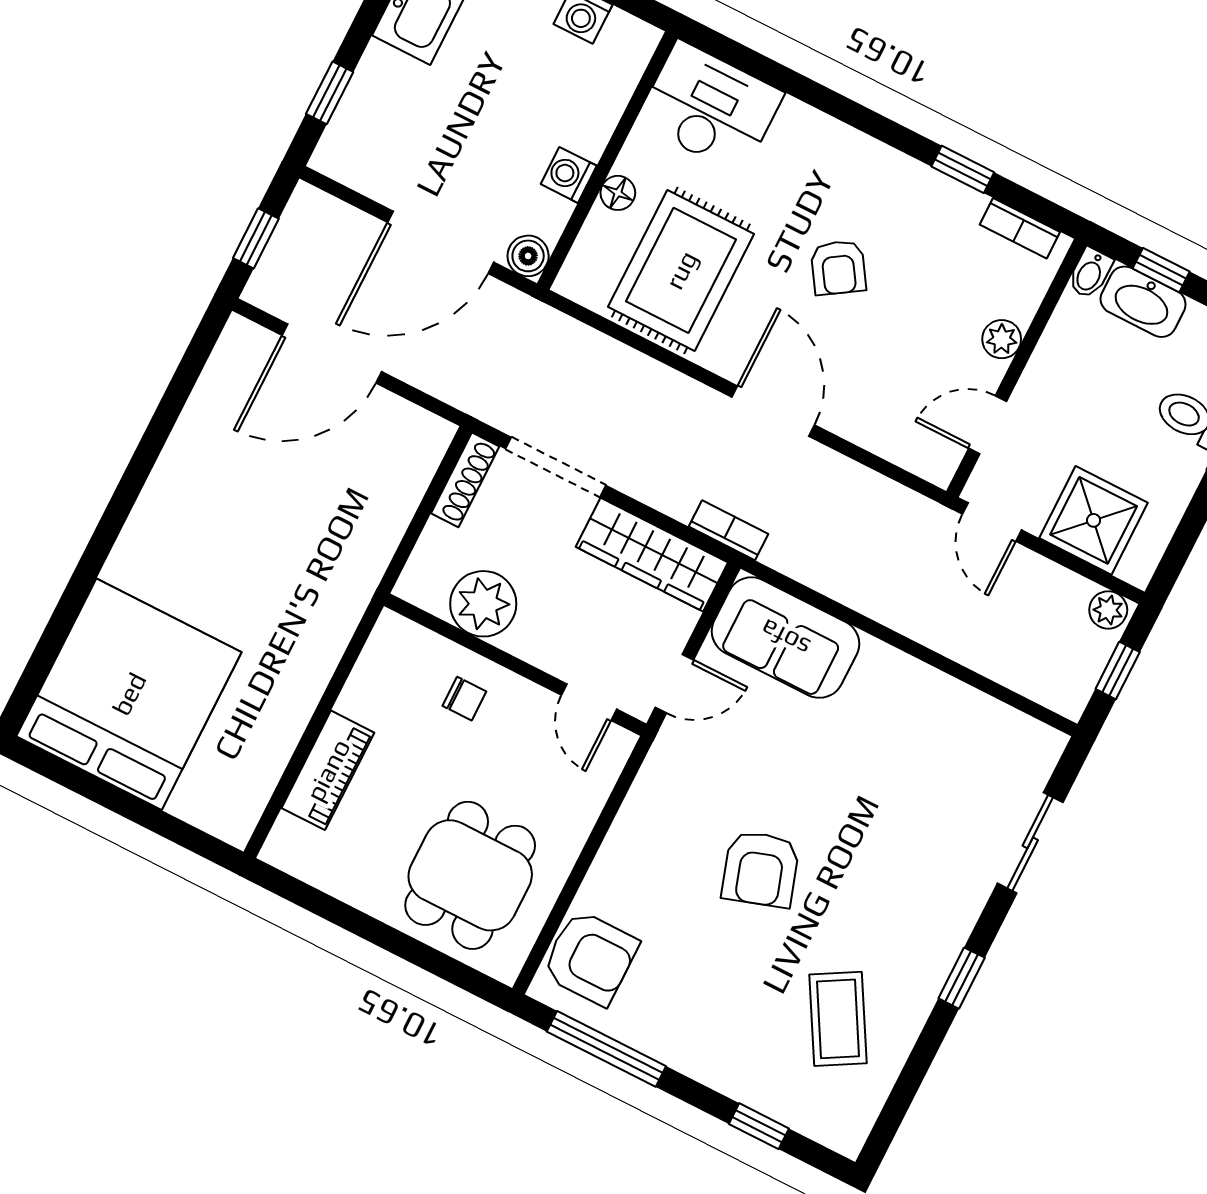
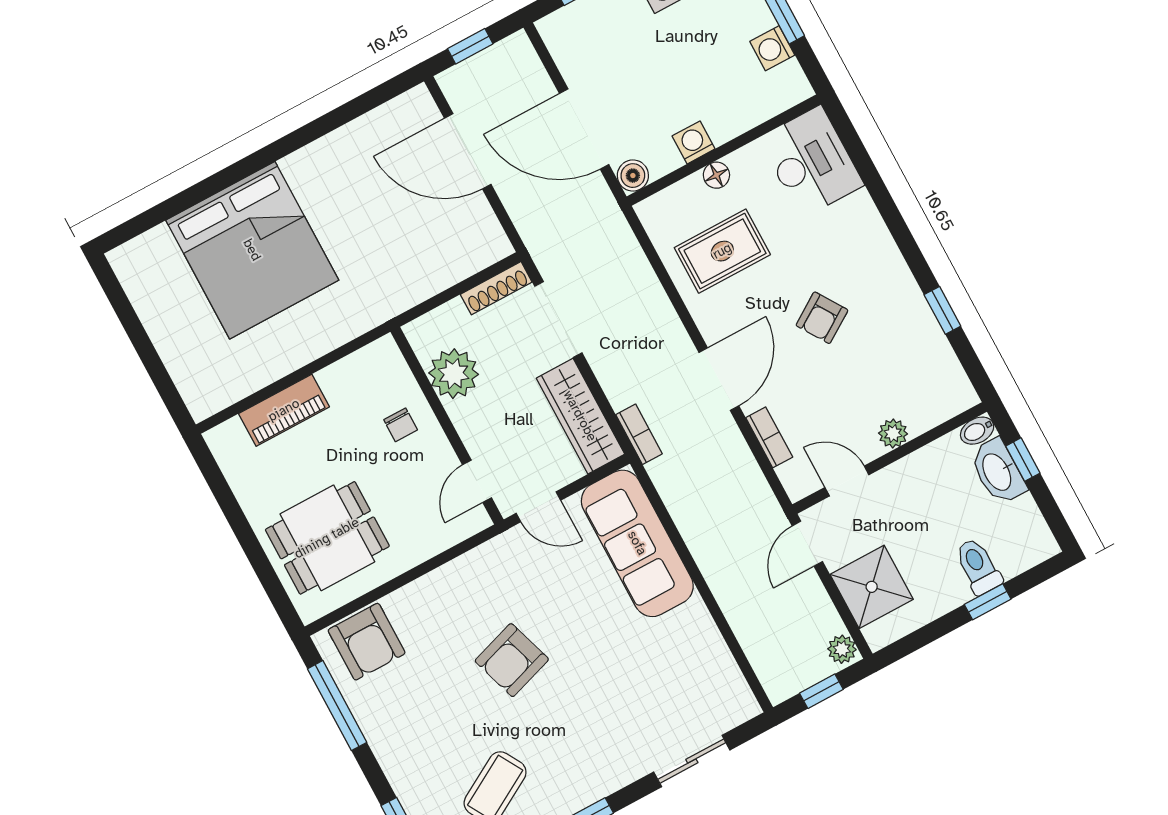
bookcase: (1020, 228) -> (769, 437), moved, turned 180
rug: (681, 270) -> (722, 251), width x0.73, depth x0.70
sofa: (785, 638) -> (637, 543), width x1.36
bed: (129, 694) -> (252, 250), moved, turned 90

